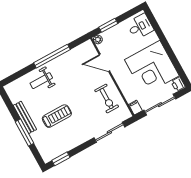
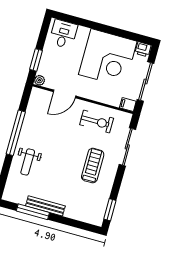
treadmill: (57, 116) -> (93, 166), moved
window: (25, 132) -> (33, 212), moved

